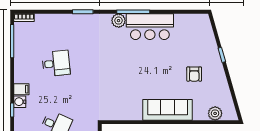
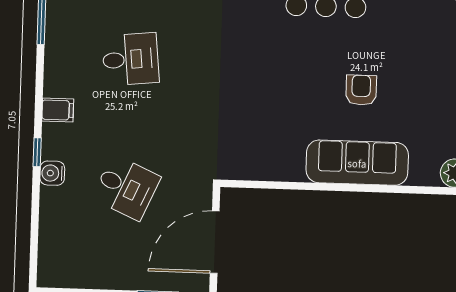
armchair: (194, 74) -> (361, 90), moved, turned 180
water cooler: (20, 102) -> (52, 173), moved

